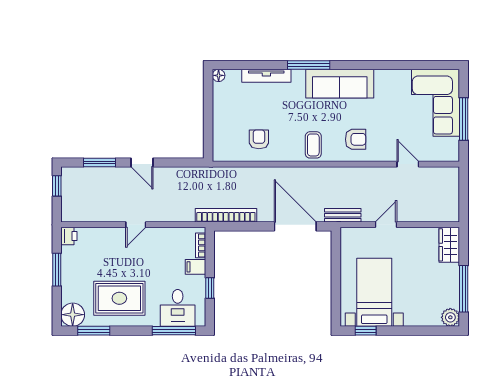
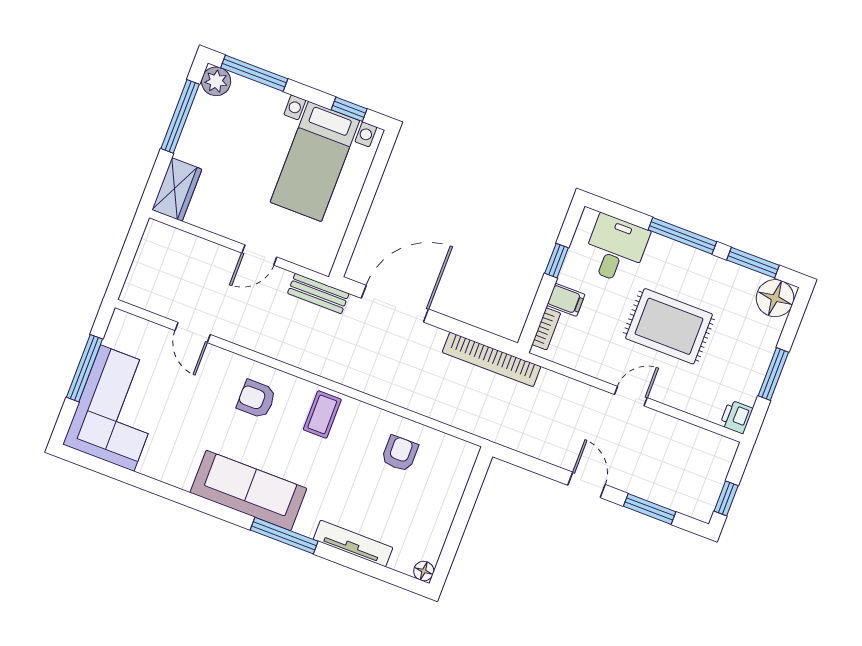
armchair: (259, 139) -> (400, 453), turned 180
door: (295, 226) -> (395, 304), swing flipped
rug: (119, 298) -> (669, 326), moved
window: (174, 331) -> (682, 236), moved
window: (430, 331) -> (254, 73), added

